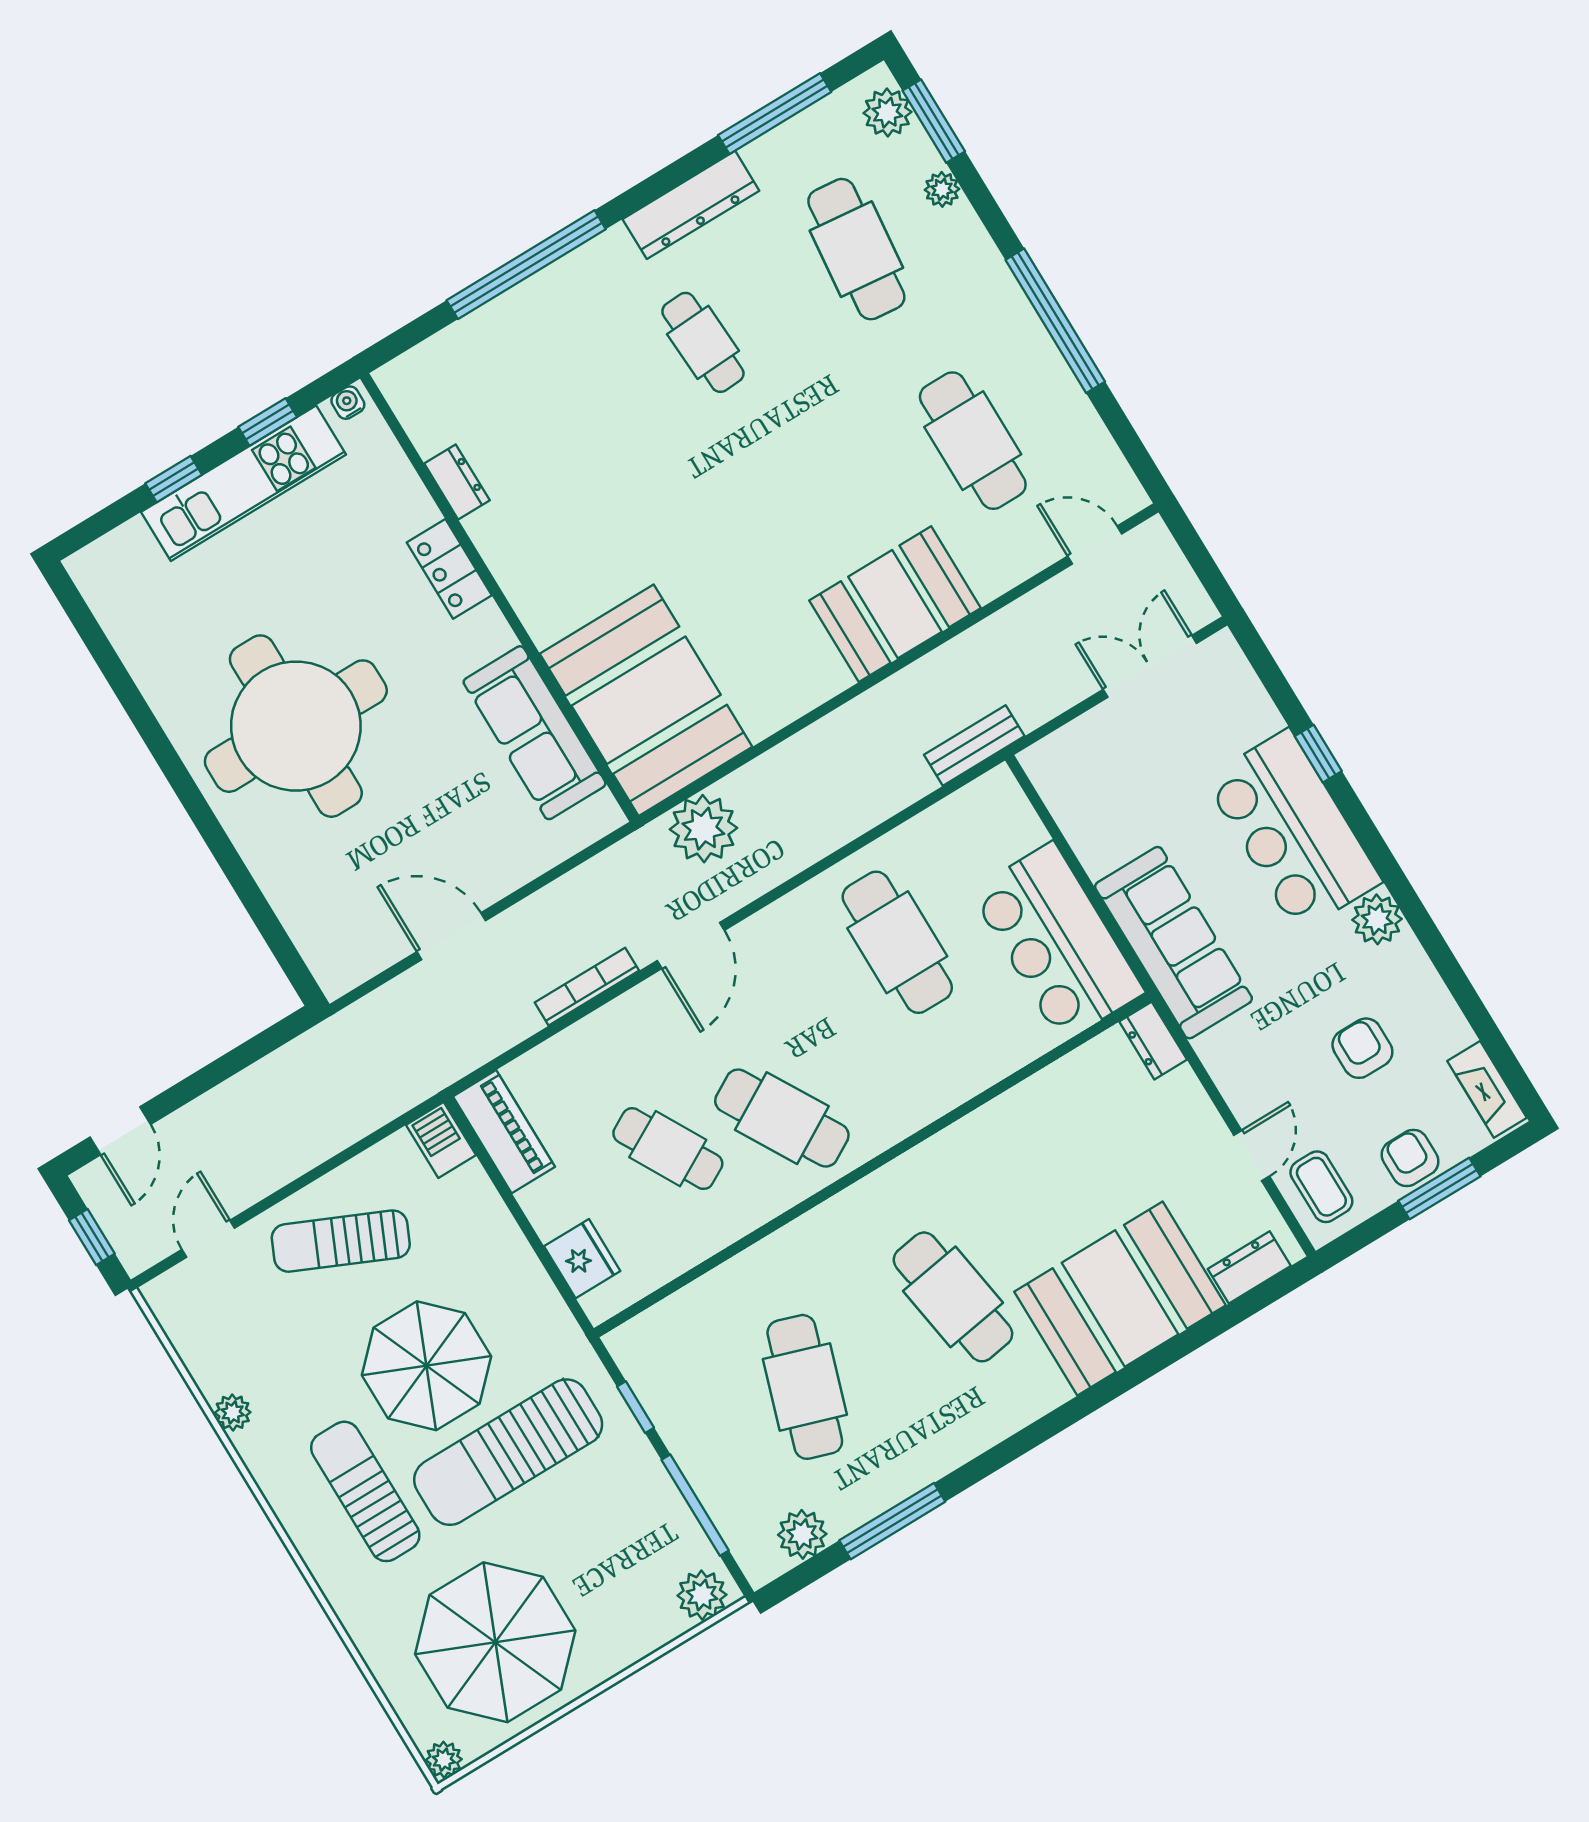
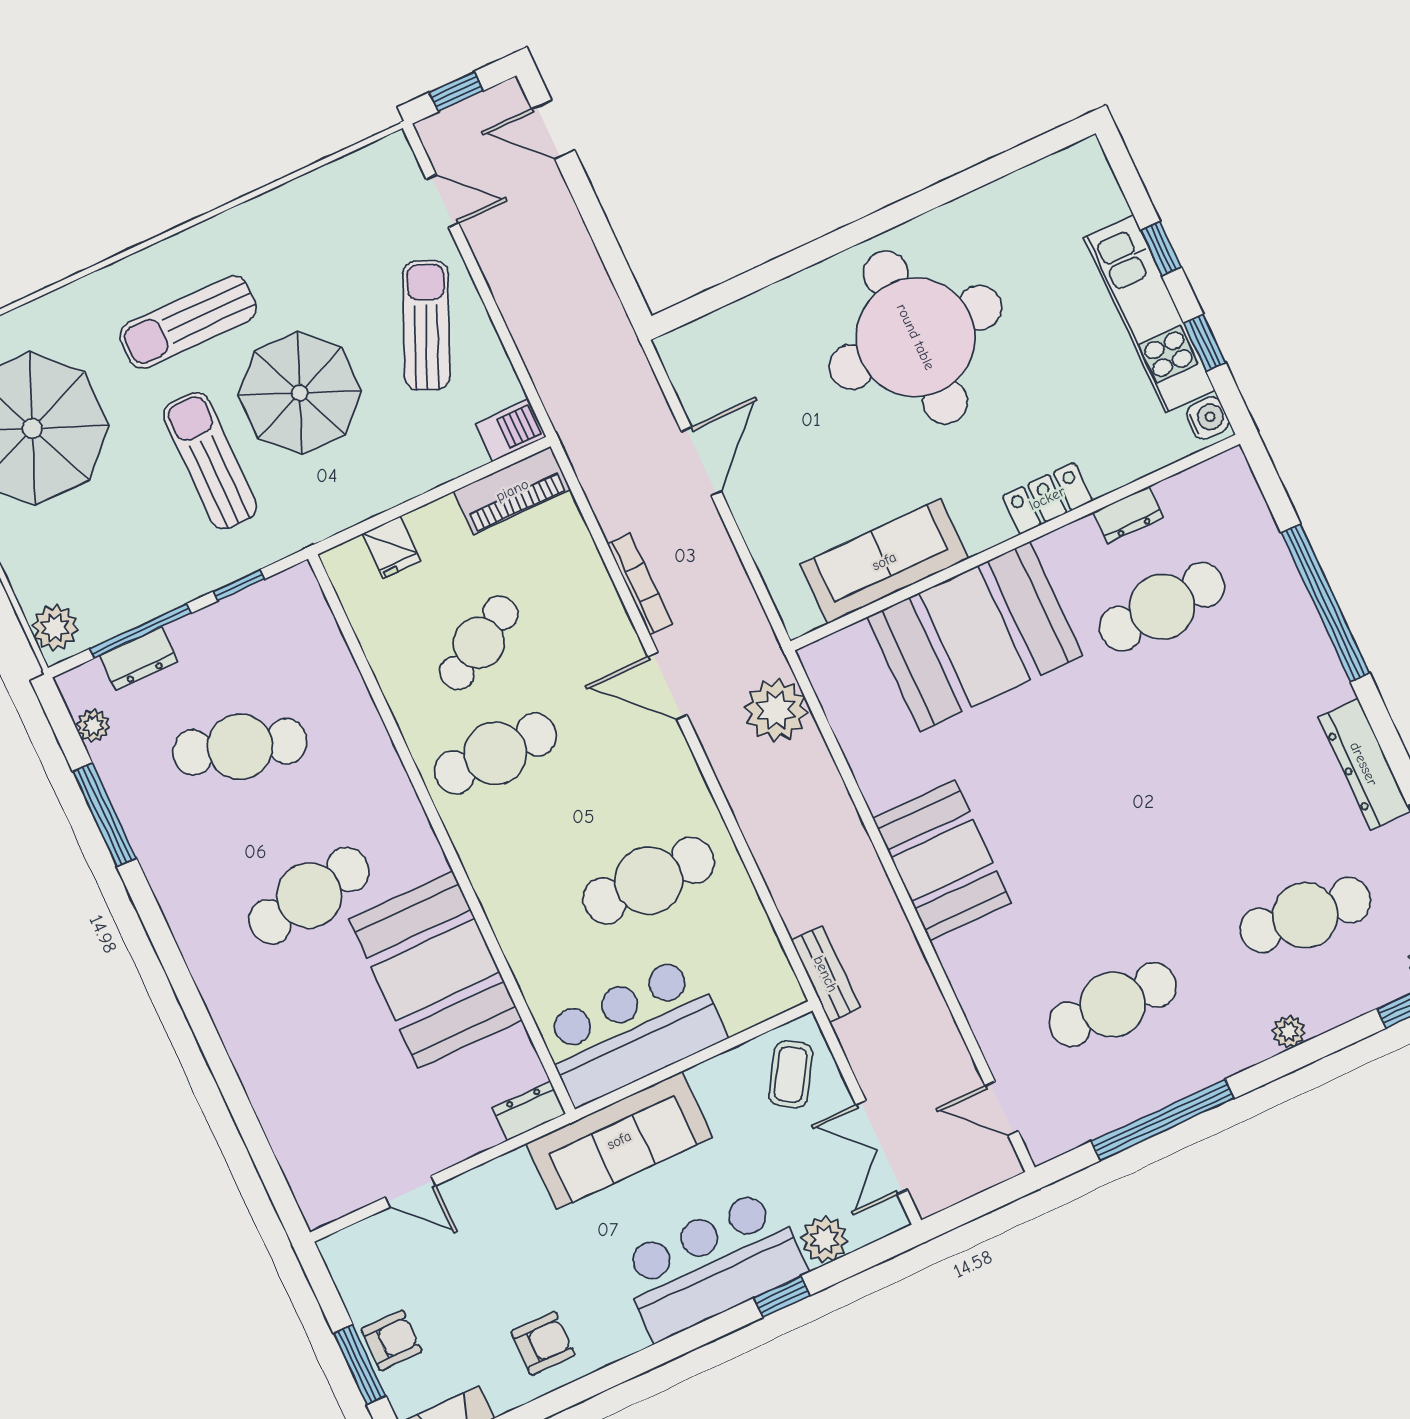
plant: (942, 189) -> (1289, 1032), moved
window: (1055, 321) -> (1163, 1120), moved
cafe table: (703, 342) -> (1162, 607), moved, width x1.37, depth x1.35
water cooler: (348, 403) -> (1208, 418), width x1.38, depth x1.38
door: (1095, 545) -> (1002, 1108), swing flipped
booth: (895, 604) -> (942, 860), moved
double door: (1150, 666) -> (882, 1147), swing flipped
booth: (646, 700) -> (975, 636), moved
plant: (1377, 919) -> (825, 1239), moved
armchair: (1362, 1048) -> (543, 1343), moved
cafe table: (782, 1118) -> (495, 753), turned 30
coffee table: (1321, 1187) -> (791, 1074), moved, turned -58
fridge: (582, 1259) -> (391, 547), width x0.72
dresser: (1249, 1267) -> (138, 659), moved, turned 90
booth: (1120, 1299) -> (435, 970), moved
plant: (233, 1412) -> (276, 206), removed
sun lounger: (508, 1452) -> (210, 461), width x0.73, depth x0.75
sun lounger: (365, 1491) -> (188, 322), turned 180
plant: (802, 1534) -> (93, 726), width x0.73, depth x0.73

